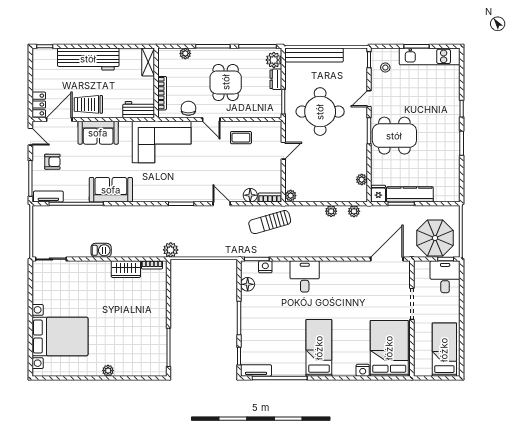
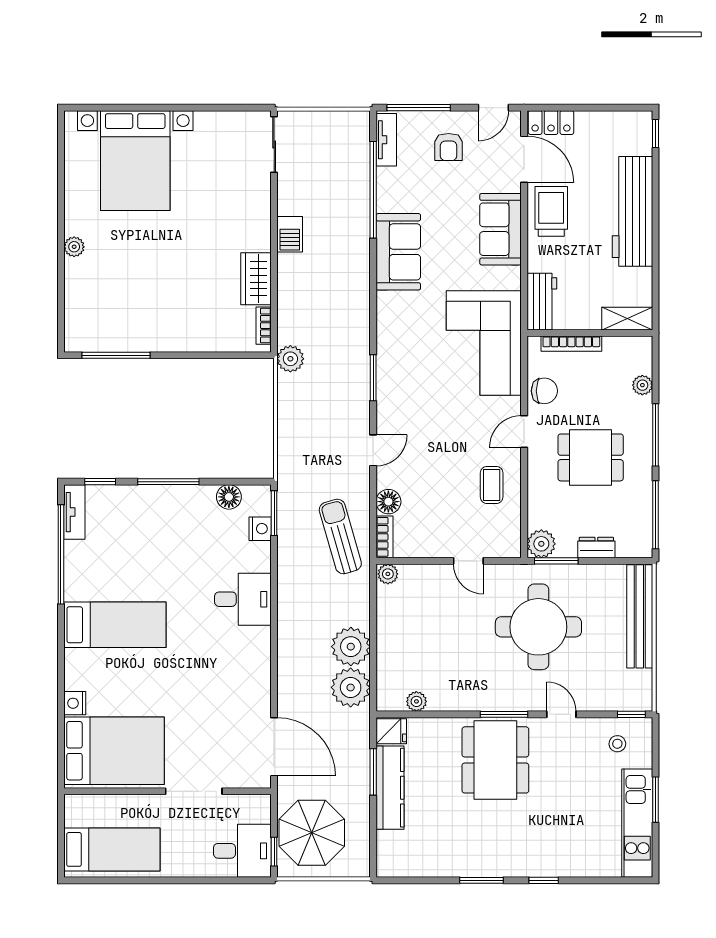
plant: (274, 60) -> (541, 544), moved
plant: (331, 211) -> (351, 647), width x1.88, depth x1.88
plant: (354, 211) -> (351, 687), width x1.88, depth x1.88

